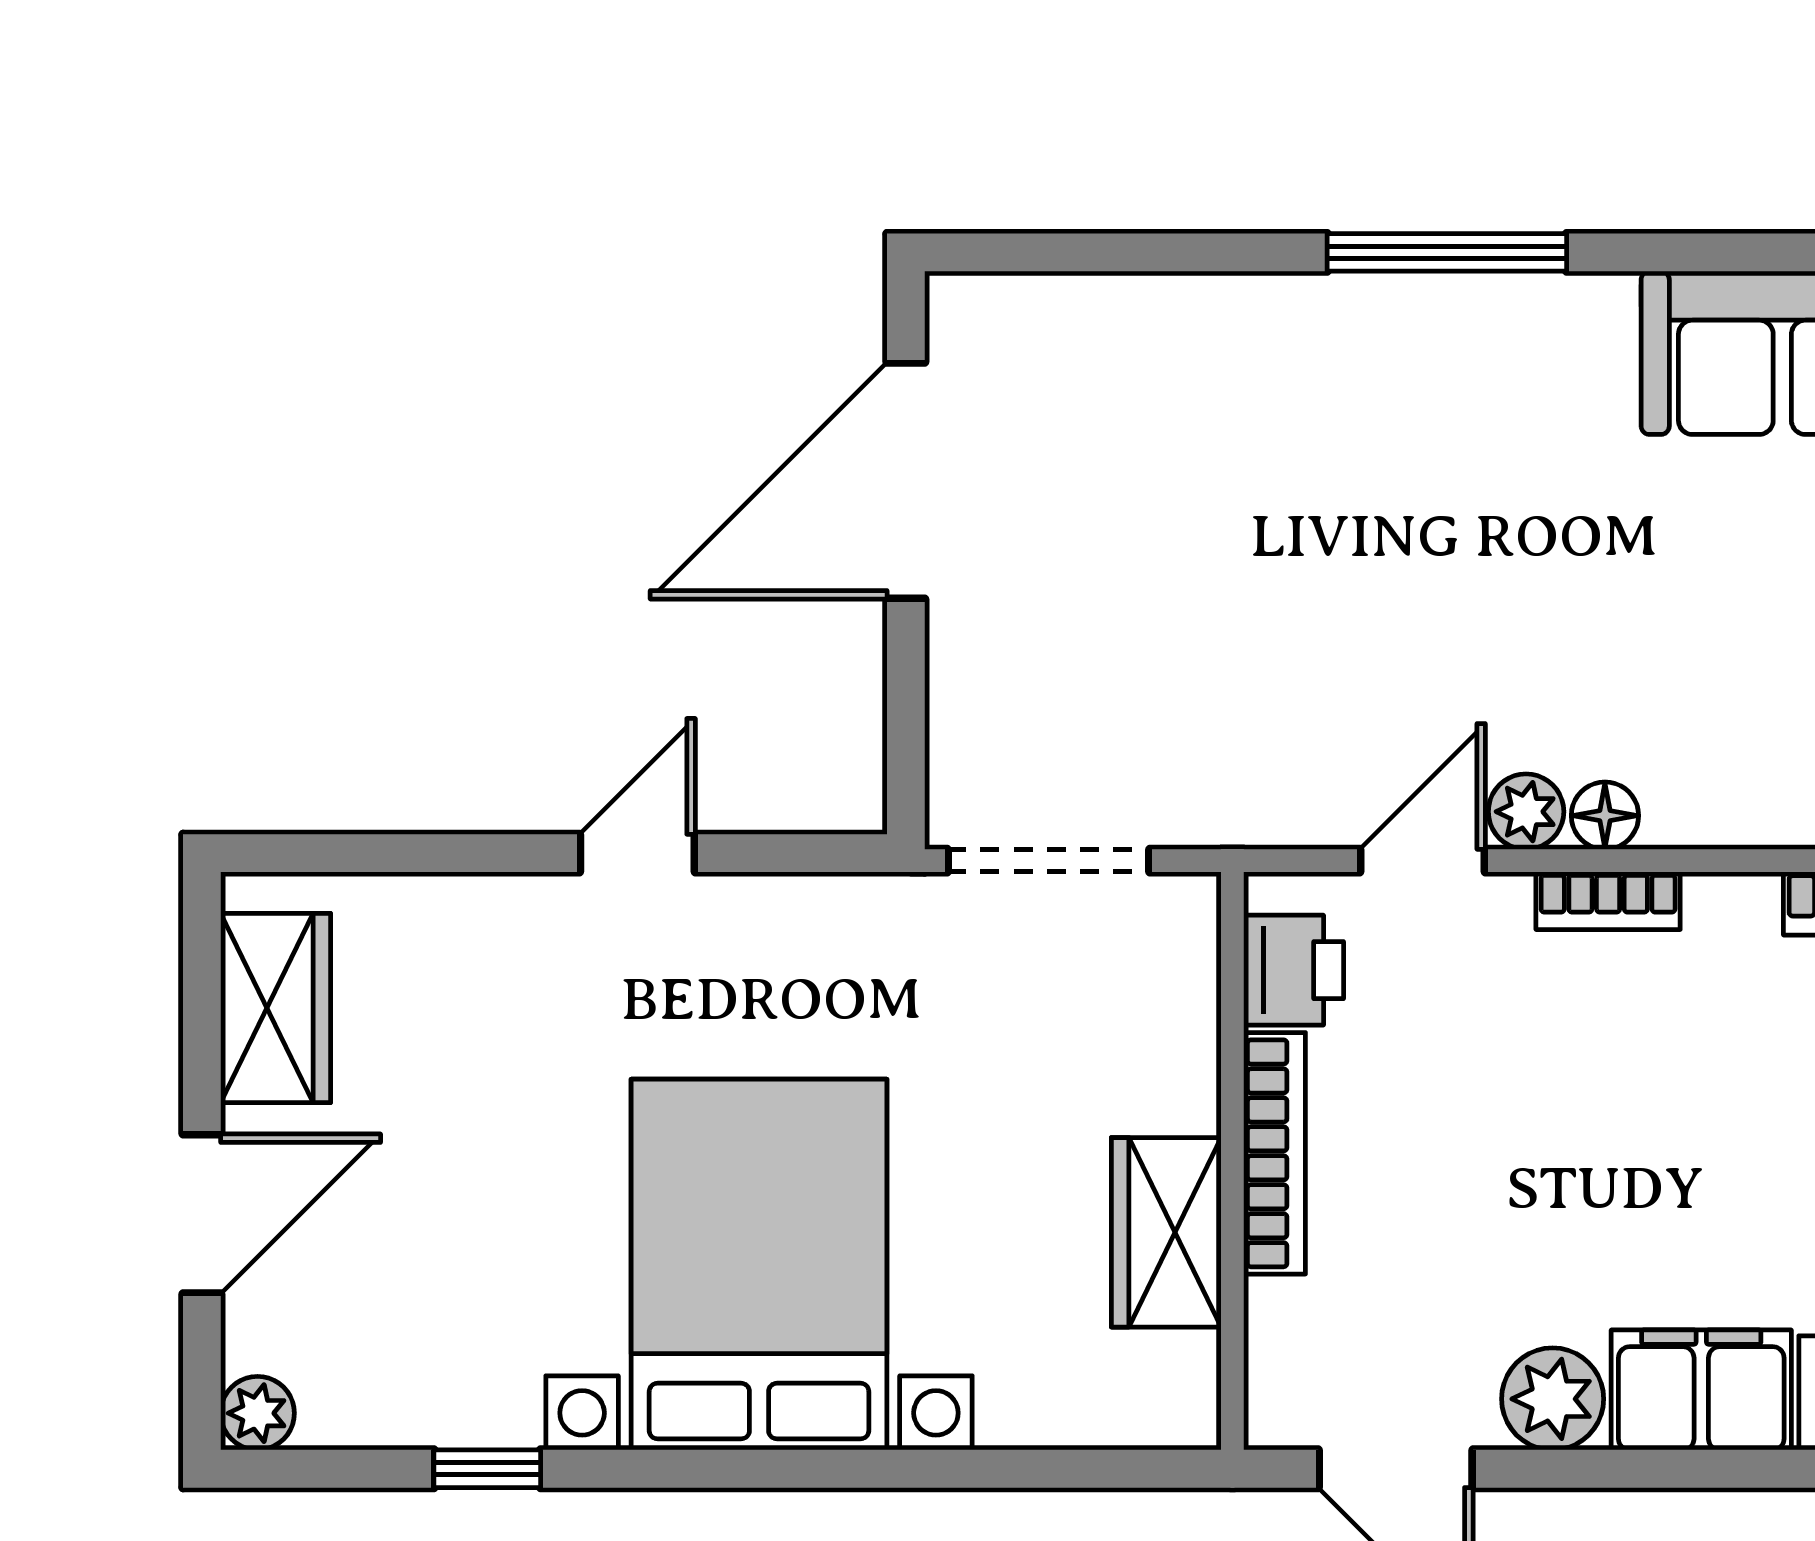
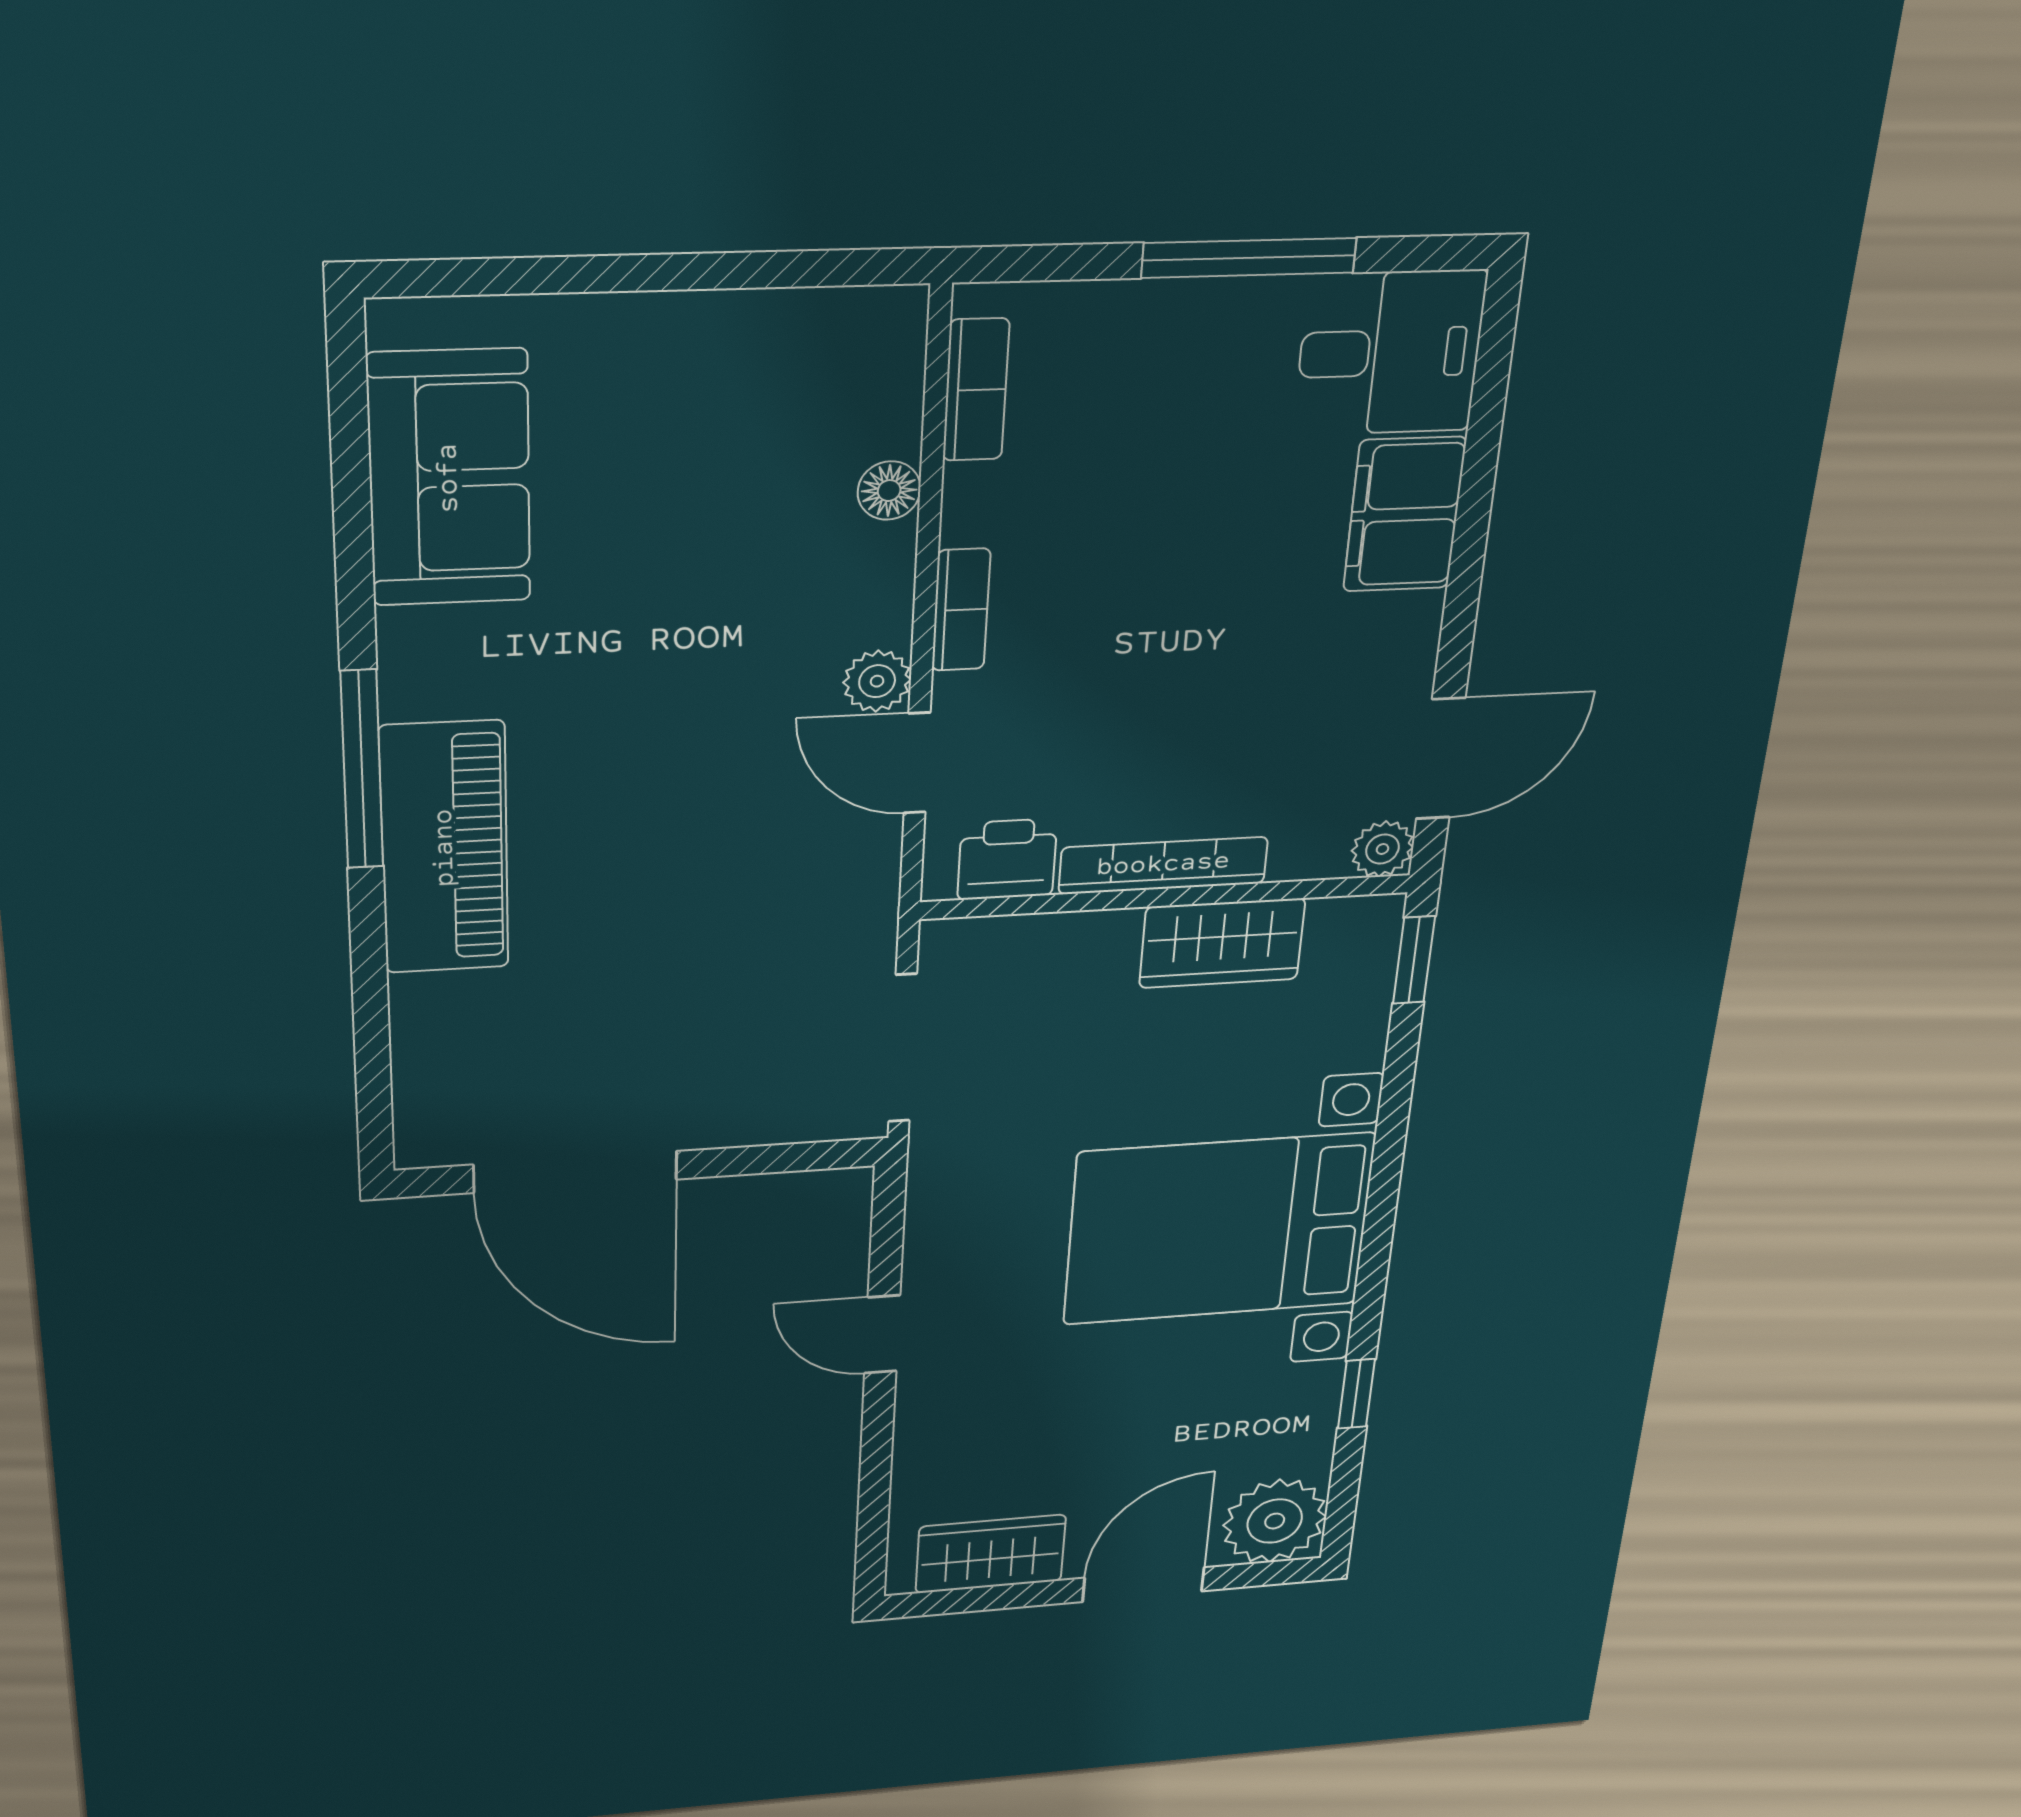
piano: (1345, 339) -> (445, 848), added
floor lamp: (1605, 816) -> (889, 491), moved
door: (202, 1214) -> (1143, 1585), hinge flipped
plant: (1553, 1399) -> (1382, 849), moved, width x0.73, depth x0.73
plant: (258, 1413) -> (1275, 1521), width x1.88, depth x1.88
window: (1128, 1469) -> (1414, 960), added

